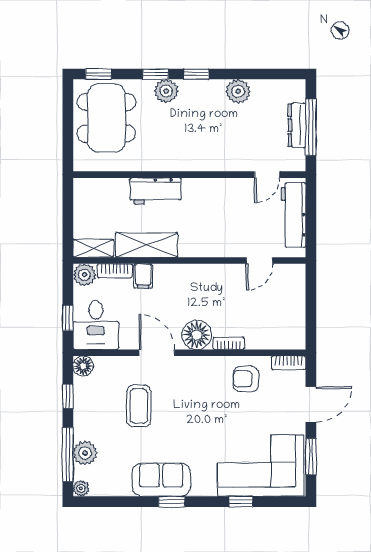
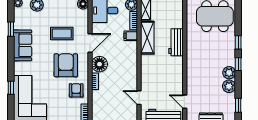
window: (98, 74) -> (238, 105), moved
plant: (166, 91) -> (229, 73), moved
armchair: (199, 398) -> (66, 65), added
window: (172, 502) -> (11, 29), moved

